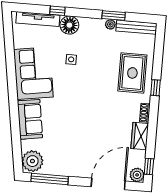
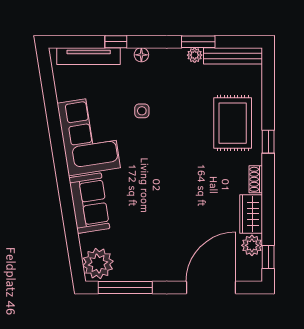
floor lamp: (69, 25) -> (141, 55), width x0.53, depth x0.53
plant: (137, 175) -> (252, 245), moved

